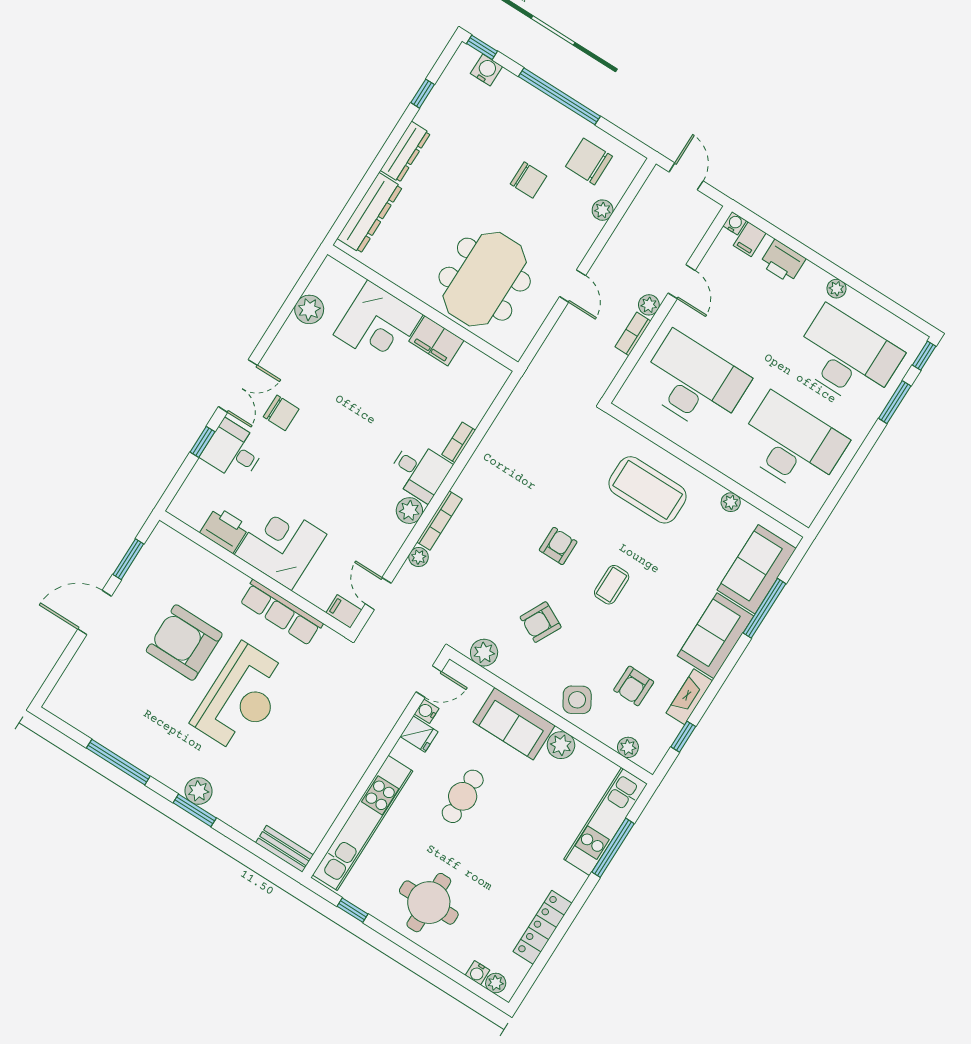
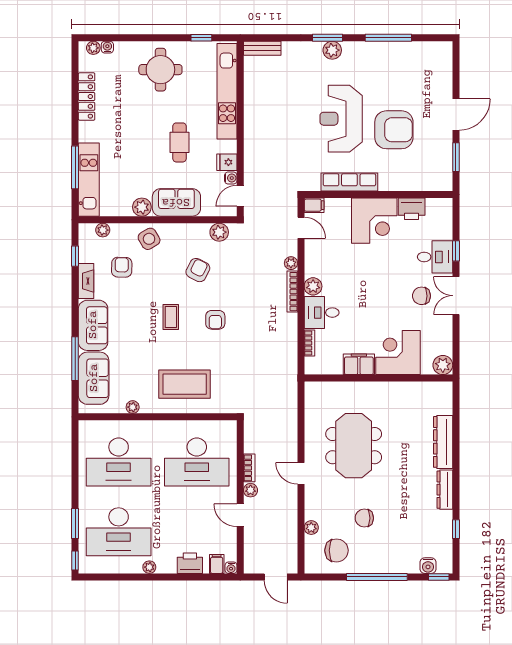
wall: (423, 308) -> (378, 378), moved
corner desk: (378, 325) -> (398, 353), moved
filing cabinet: (436, 341) -> (359, 364), moved

